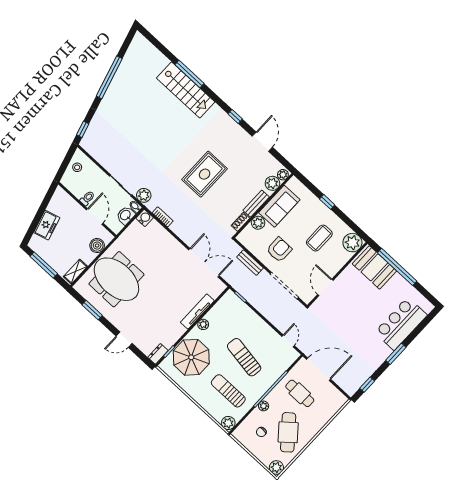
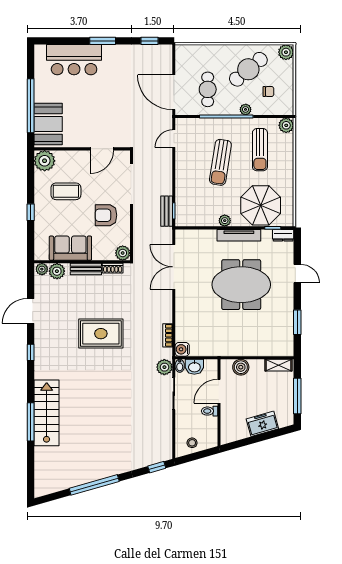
plant: (258, 223) -> (123, 253), moved
bench: (250, 263) -> (167, 211), moved
meeting table: (116, 279) -> (241, 285), moved, turned 90
tv unit: (197, 311) -> (239, 235), moved

